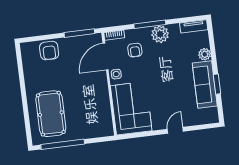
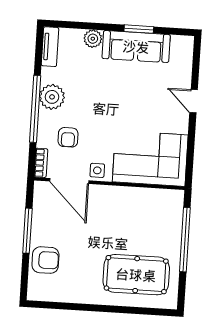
window: (150, 24) -> (35, 109), width x1.46
window: (79, 33) -> (27, 231), moved
armchair: (135, 50) -> (68, 137), turned 90
window: (63, 144) -> (185, 240), moved

